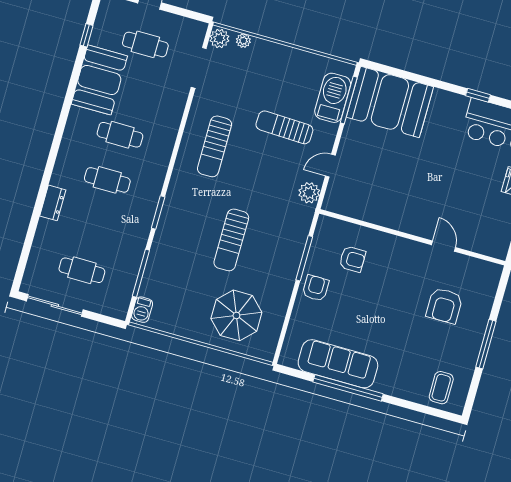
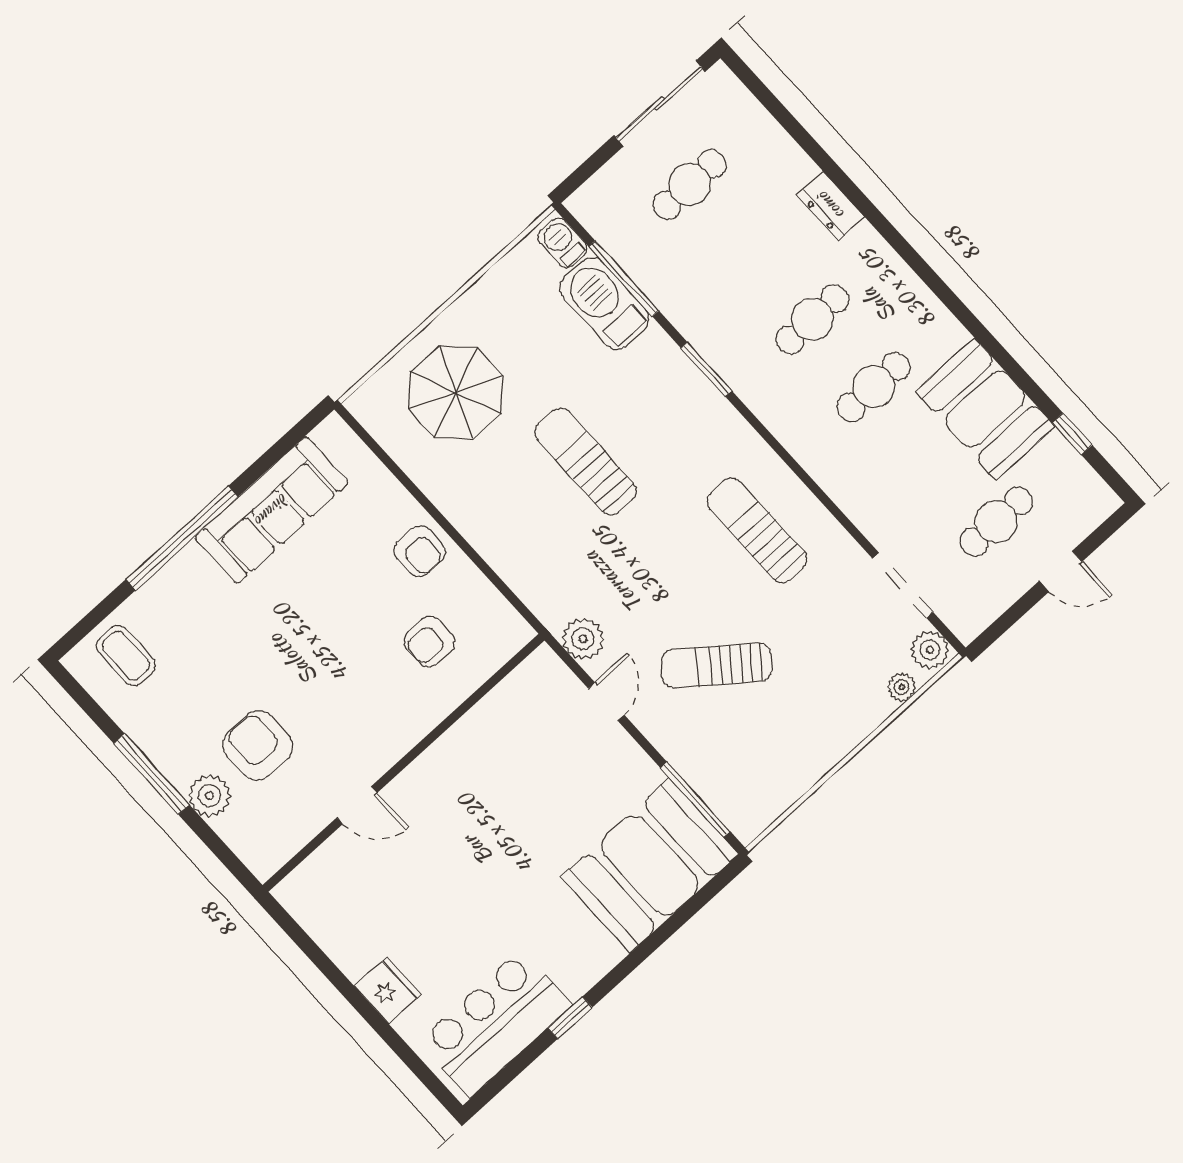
barbecue: (333, 98) -> (604, 304), moved, turned 180
sun lounger: (284, 127) -> (716, 665), turned -144
window: (304, 258) -> (480, 563), removed
plant: (480, 313) -> (209, 796), added
window: (348, 388) -> (182, 538), moved

